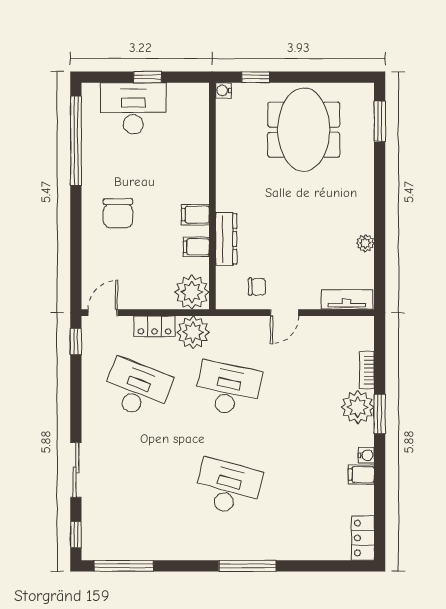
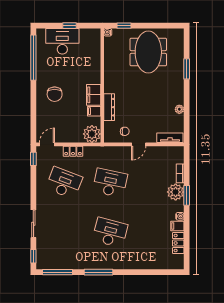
window: (380, 121) -> (187, 69), moved
filing cabinet: (195, 215) -> (94, 95), width x2.00
plant: (193, 332) -> (92, 154), removed
locker: (363, 538) -> (178, 243), moved
window: (247, 566) -> (99, 272), moved

